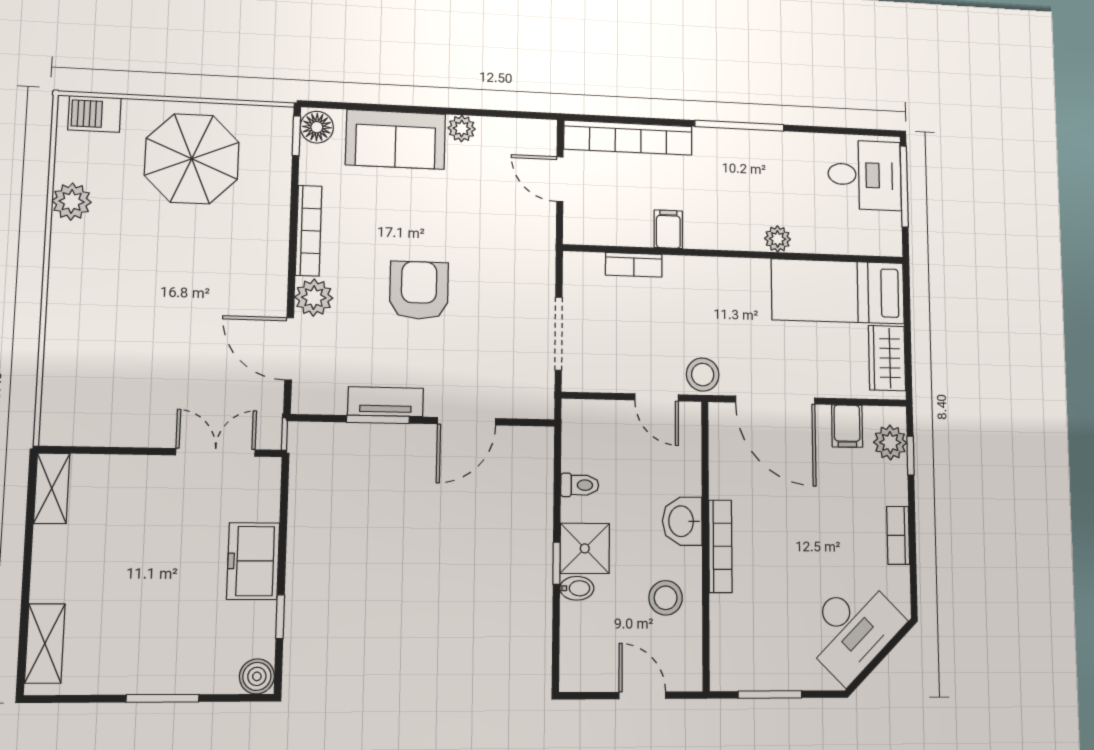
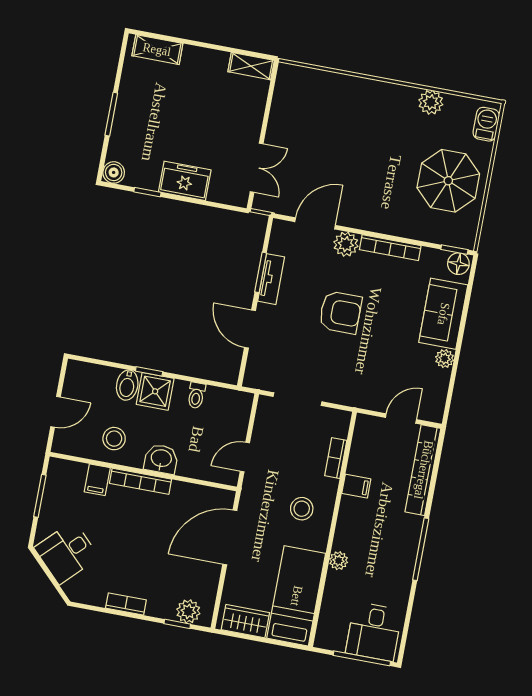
stool: (703, 375) -> (302, 509), moved
filing cabinet: (847, 426) -> (97, 480), moved, turned -90
bidet: (577, 588) -> (127, 385), width x1.38, depth x1.36
desk: (852, 628) -> (67, 553), width x0.73

